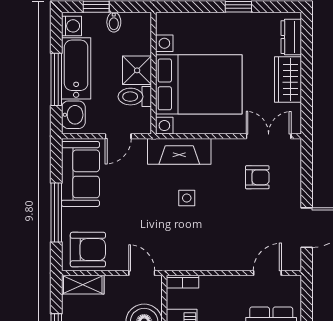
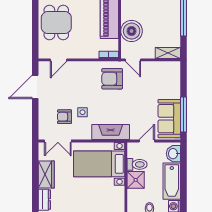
window: (56, 79) -> (184, 175), removed
bed with nightstands: (199, 84) -> (99, 164), width x0.73
side table: (187, 198) -> (83, 112), moved
window: (56, 213) -> (184, 114), moved
armchair: (88, 250) -> (112, 79), moved

